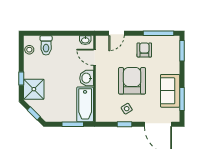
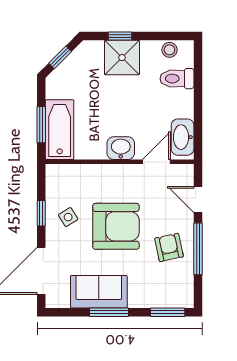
window: (158, 33) -> (198, 249), moved
washbasin: (85, 40) -> (183, 137), width x1.91, depth x1.45
armchair: (144, 50) -> (169, 247), turned -102
shower: (34, 89) -> (122, 58), moved
window: (182, 99) -> (109, 312), moved
bathtub: (85, 104) -> (60, 130), moved, turned 90

